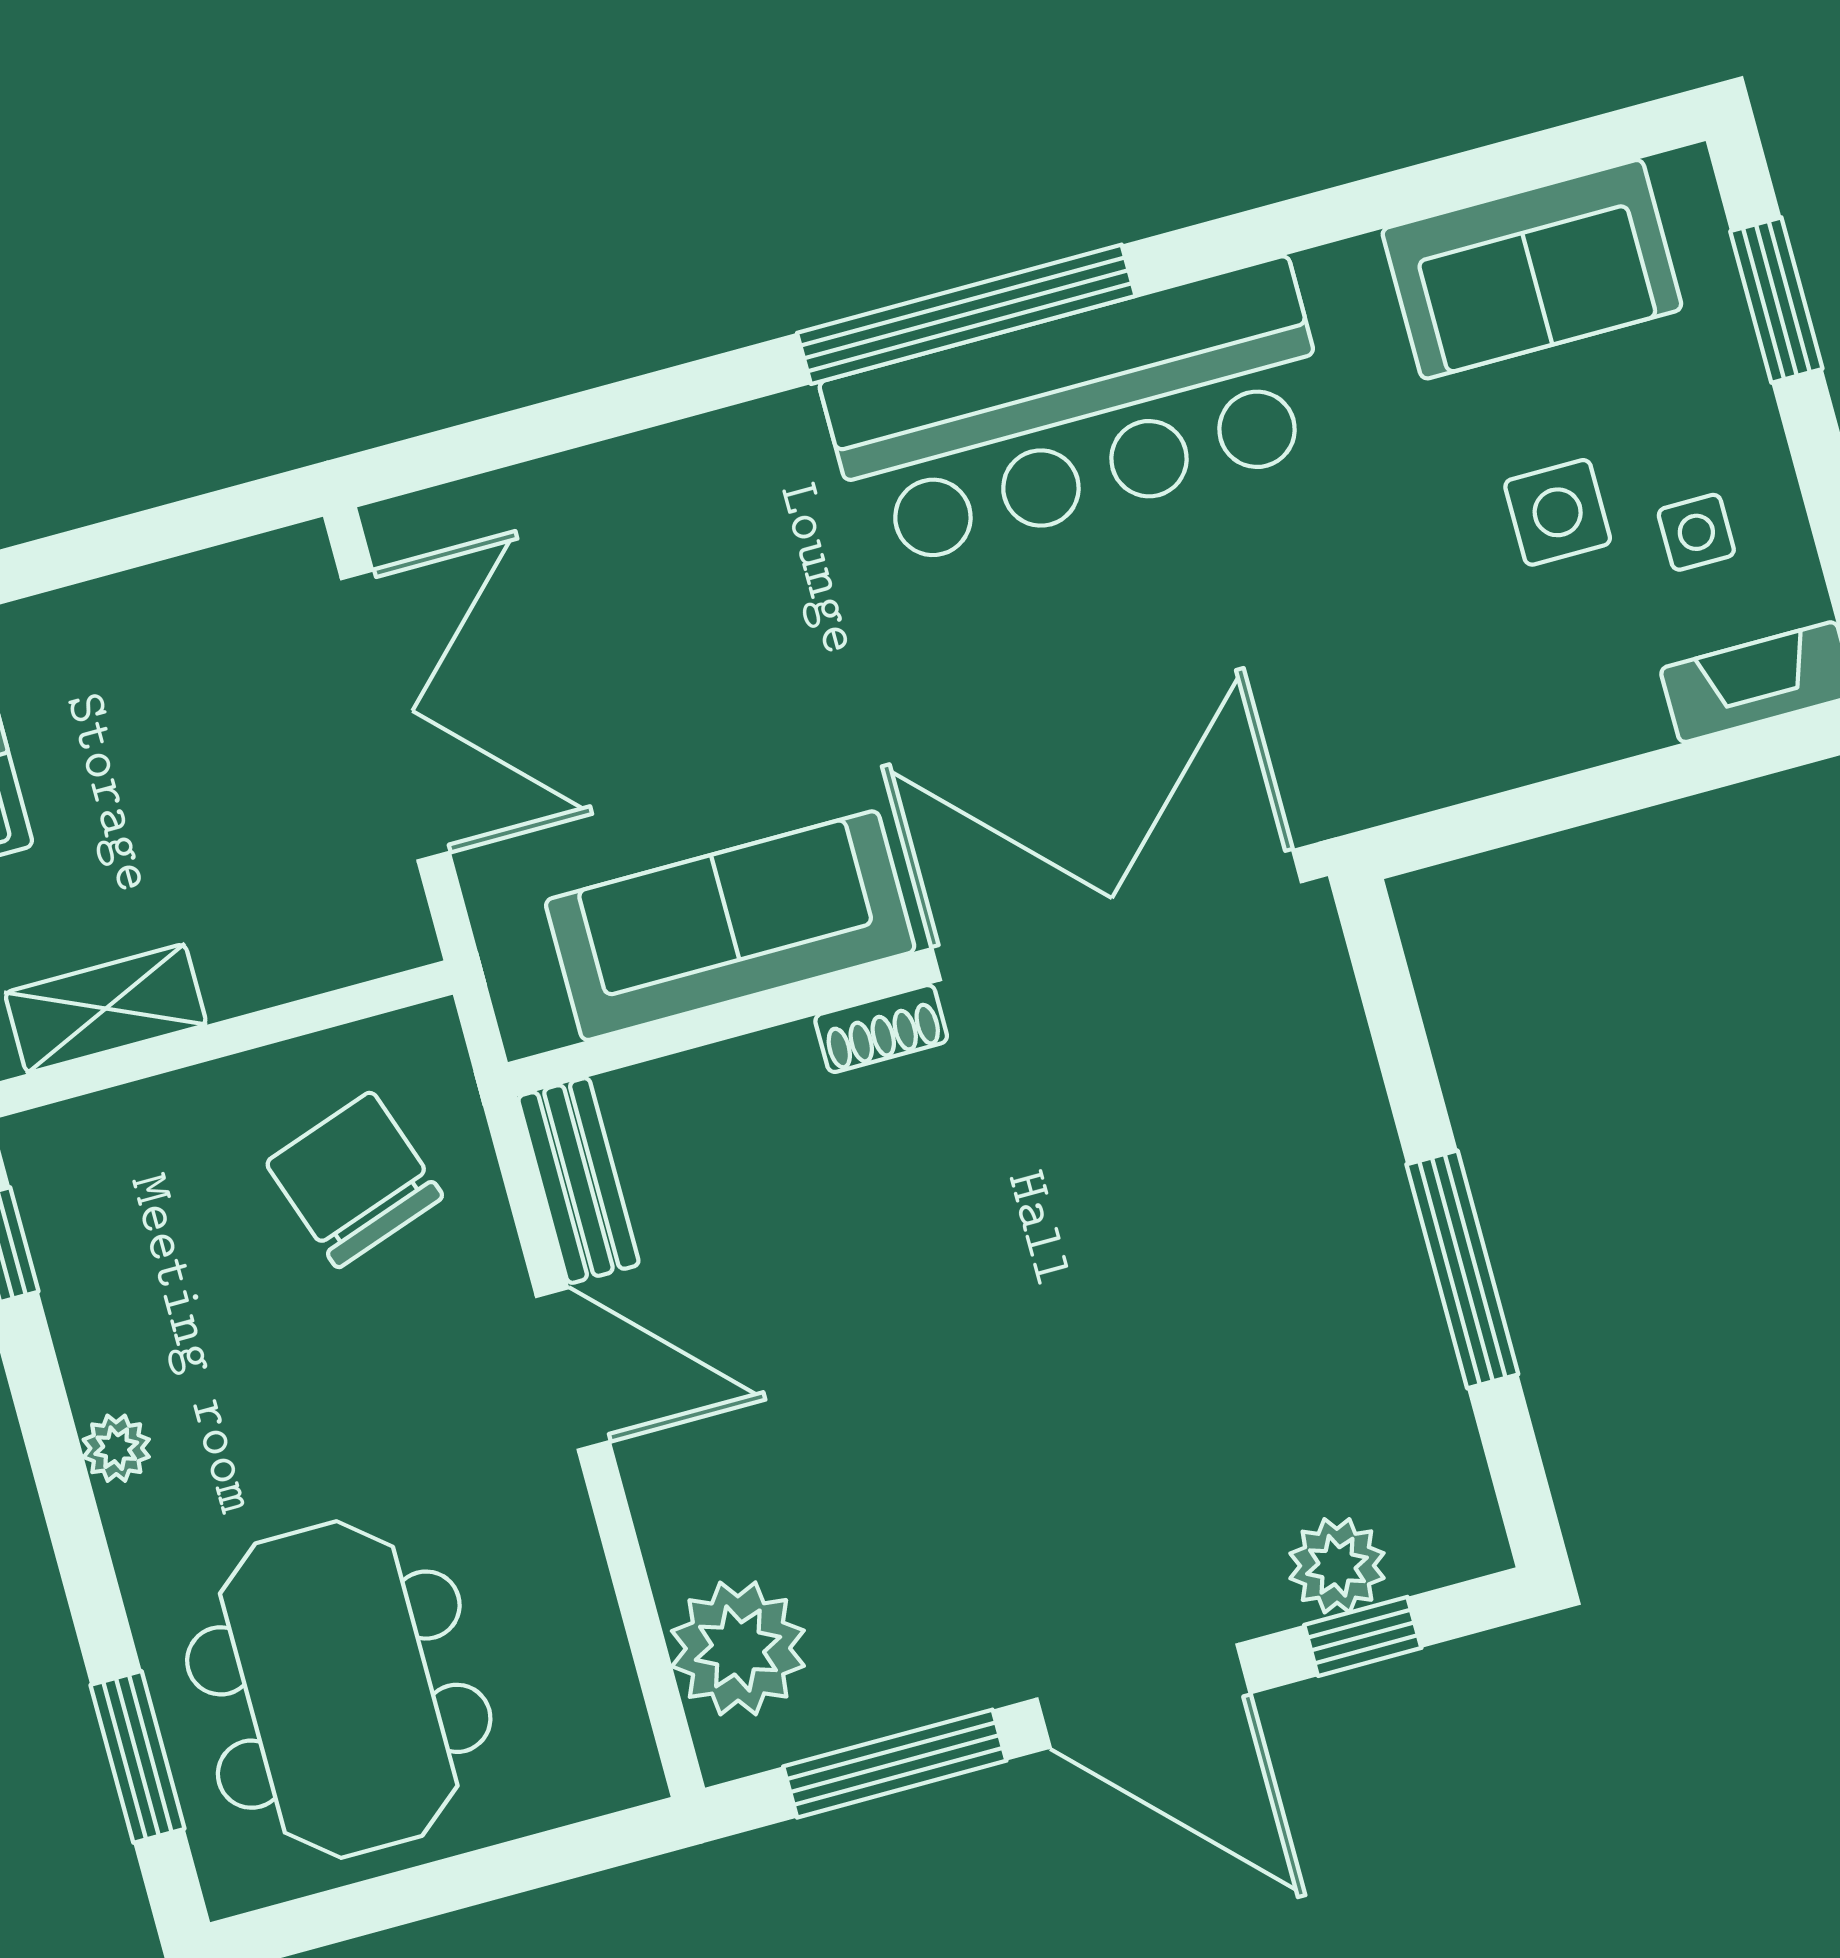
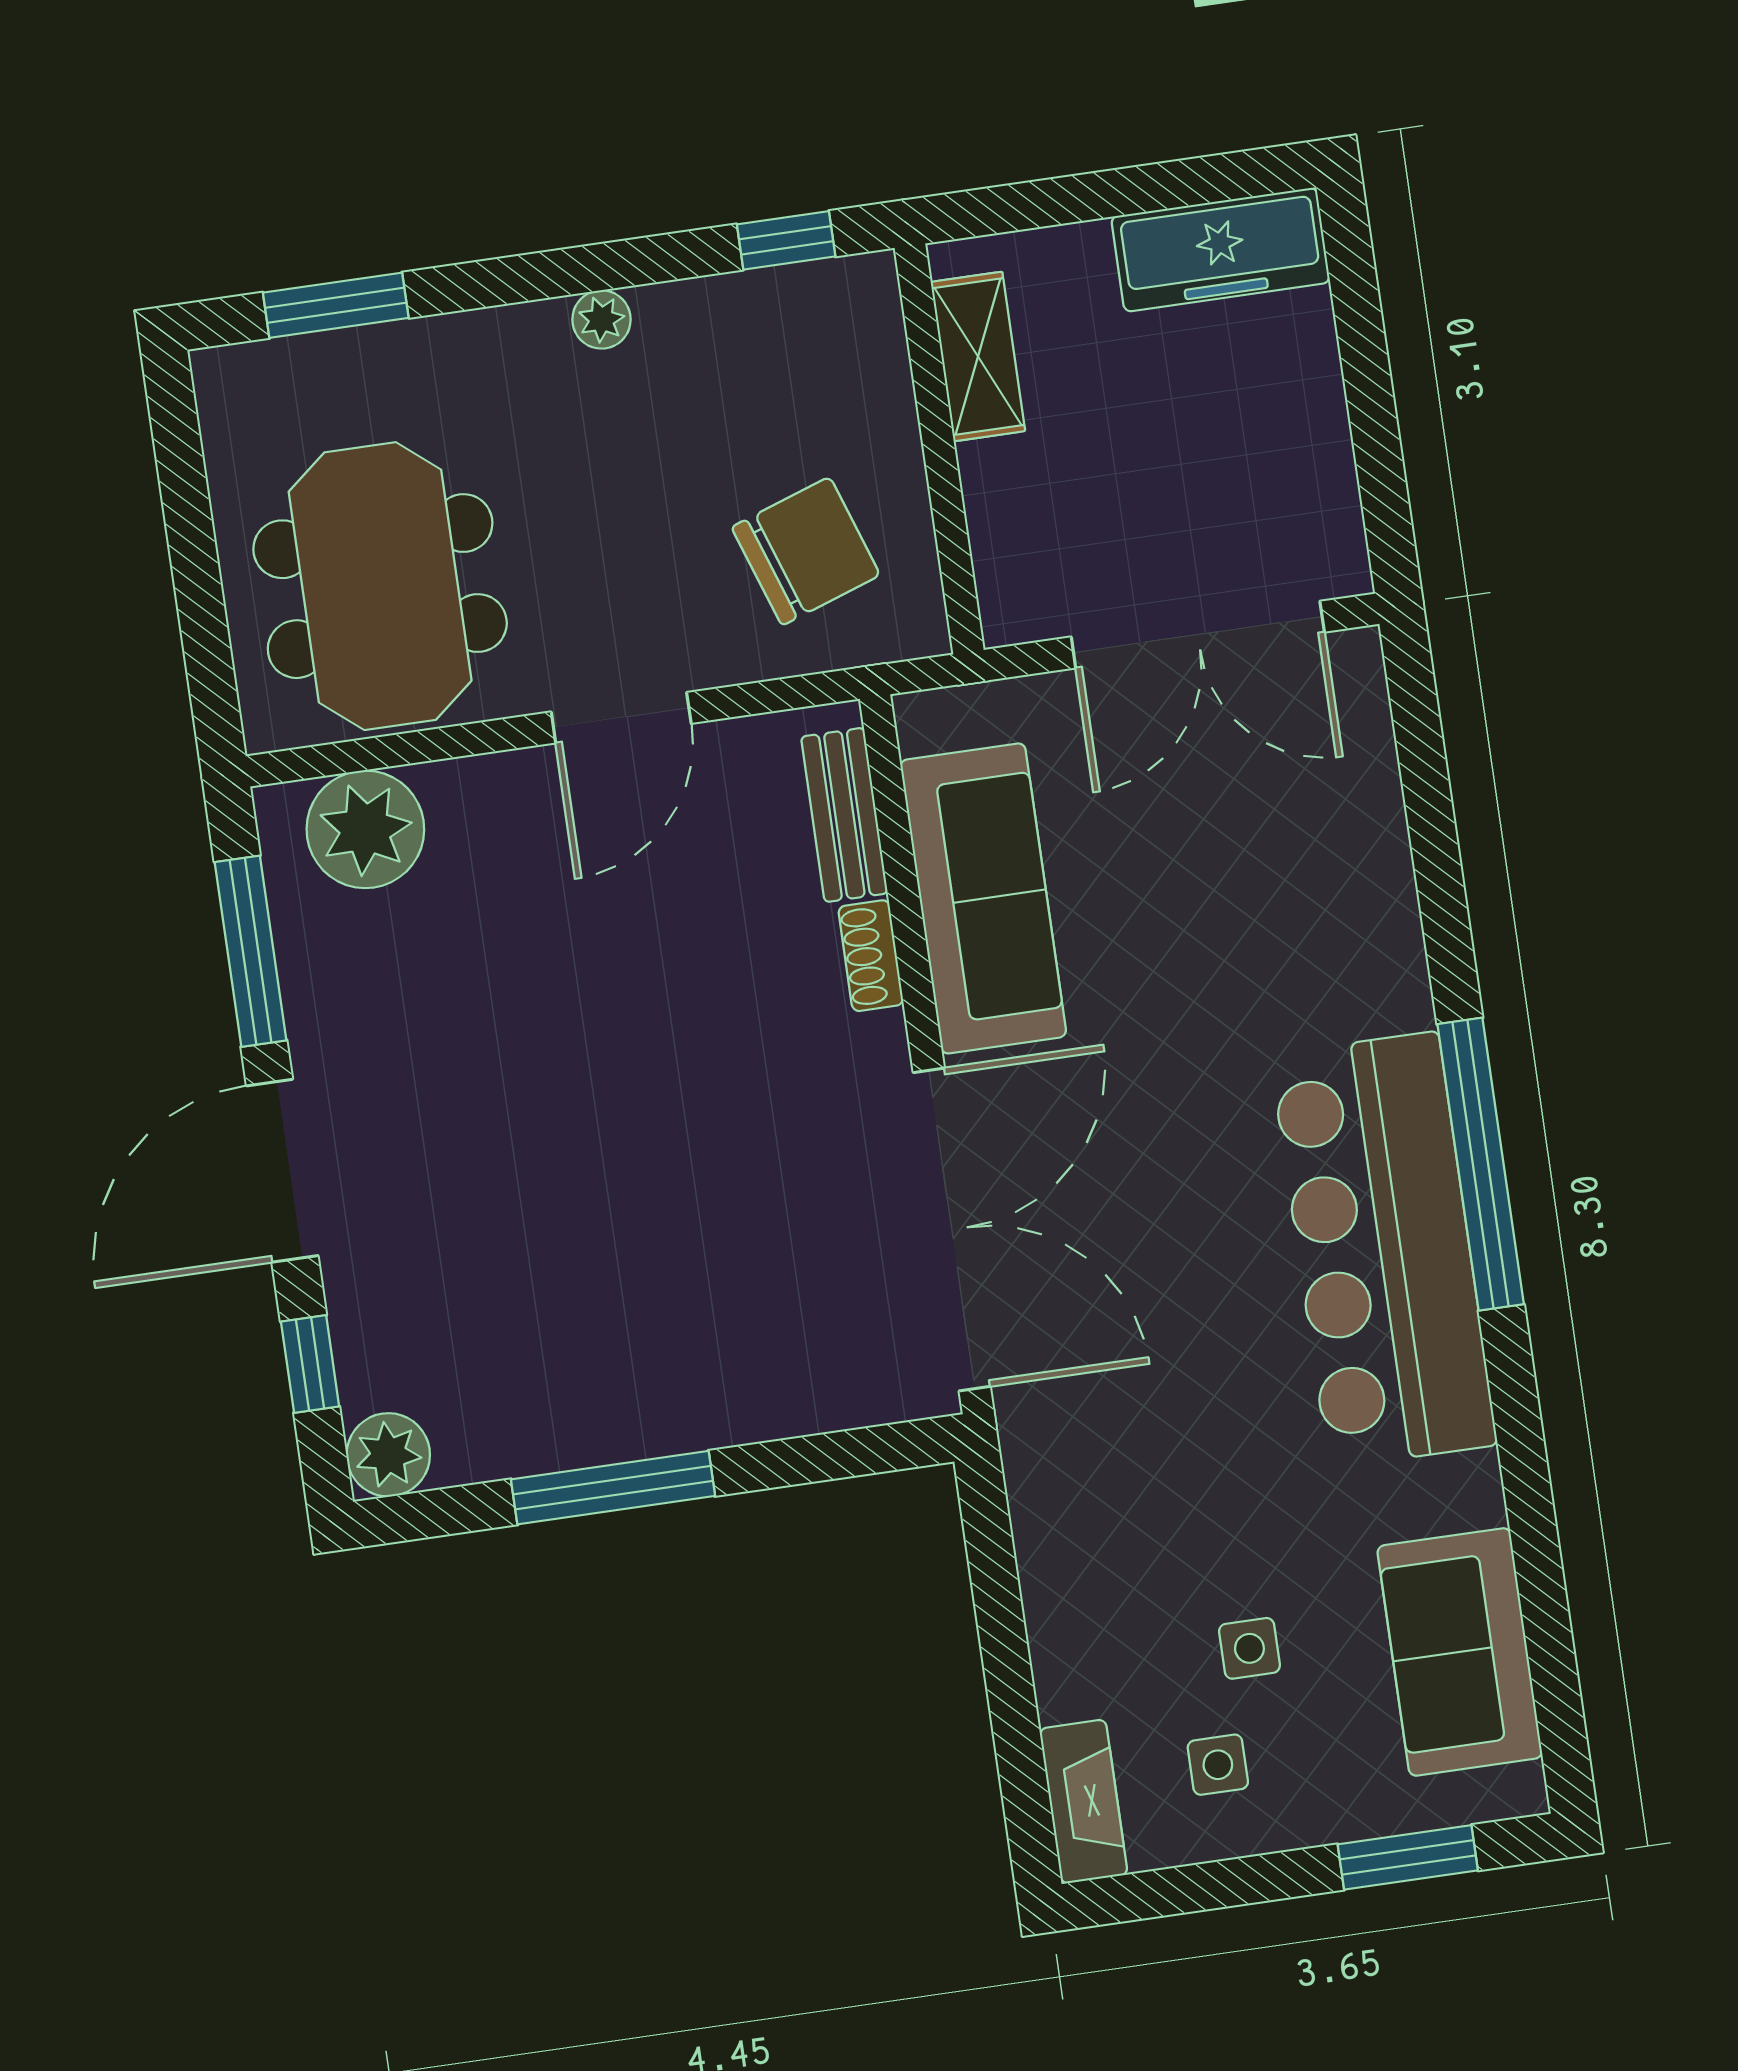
side table: (1558, 512) -> (1249, 1648), width x0.73, depth x0.73
shoe rack: (881, 1029) -> (871, 956), moved
bench: (578, 1181) -> (844, 815), moved, turned 90
plant: (1337, 1566) -> (388, 1455), moved
meeting table: (339, 1690) -> (380, 586), moved, turned 90

